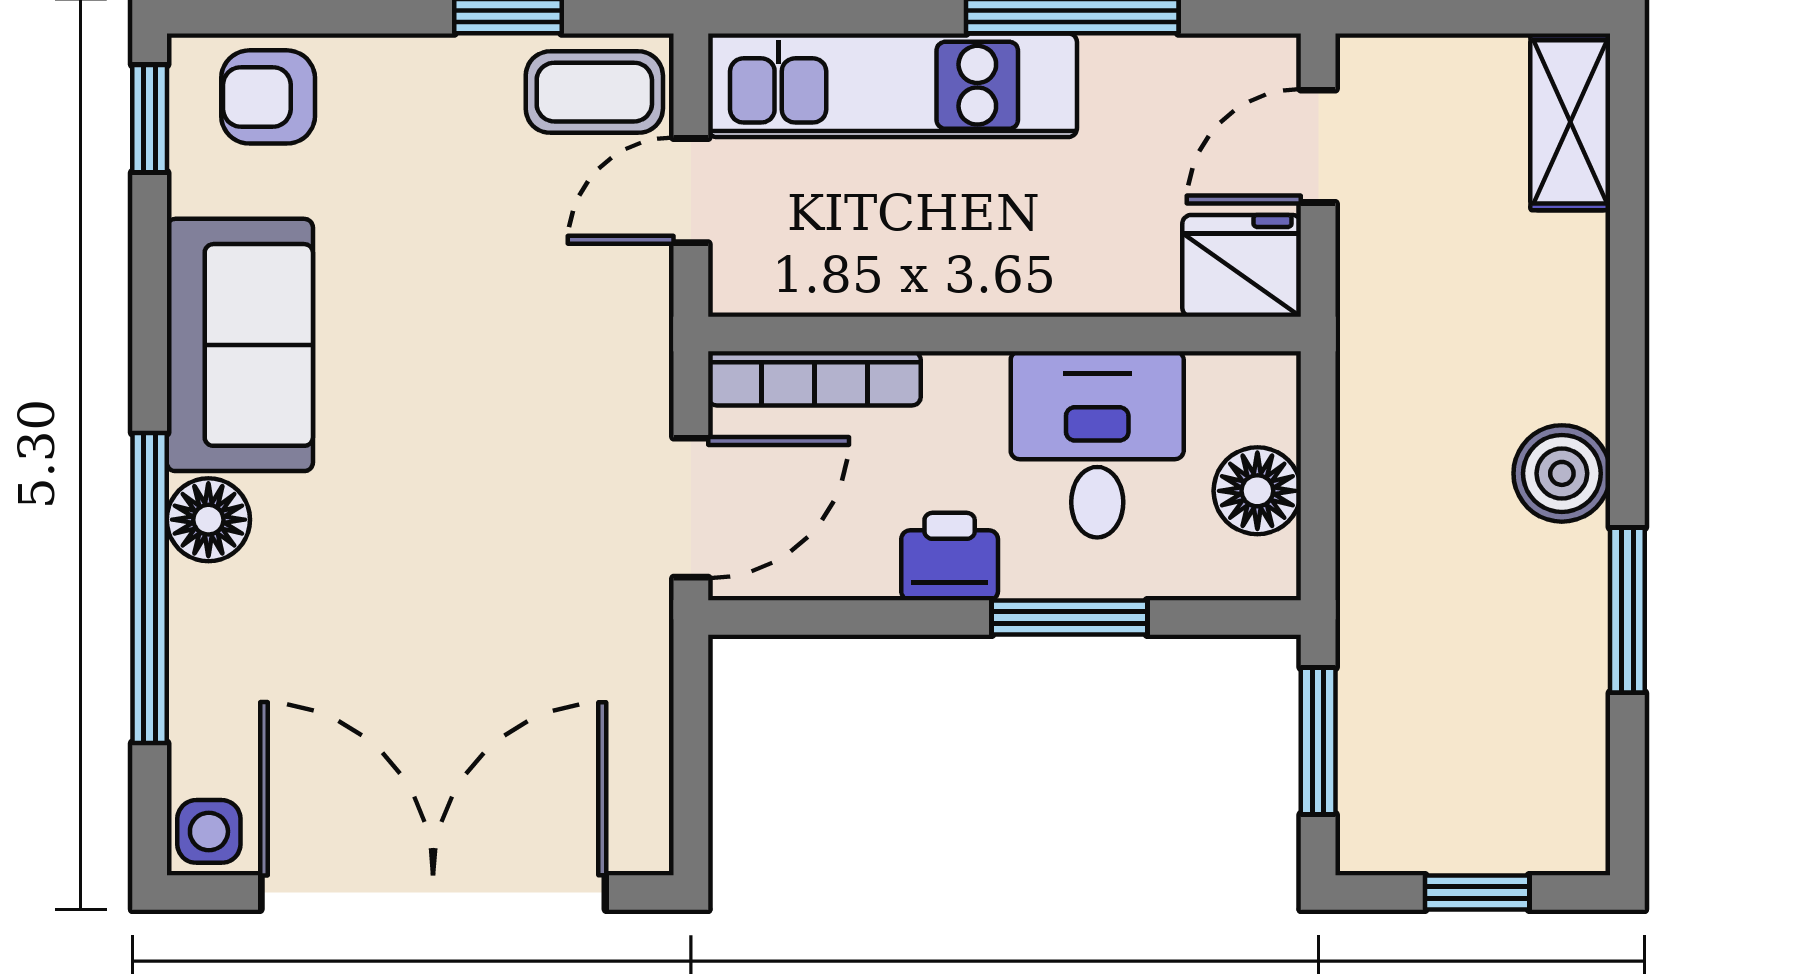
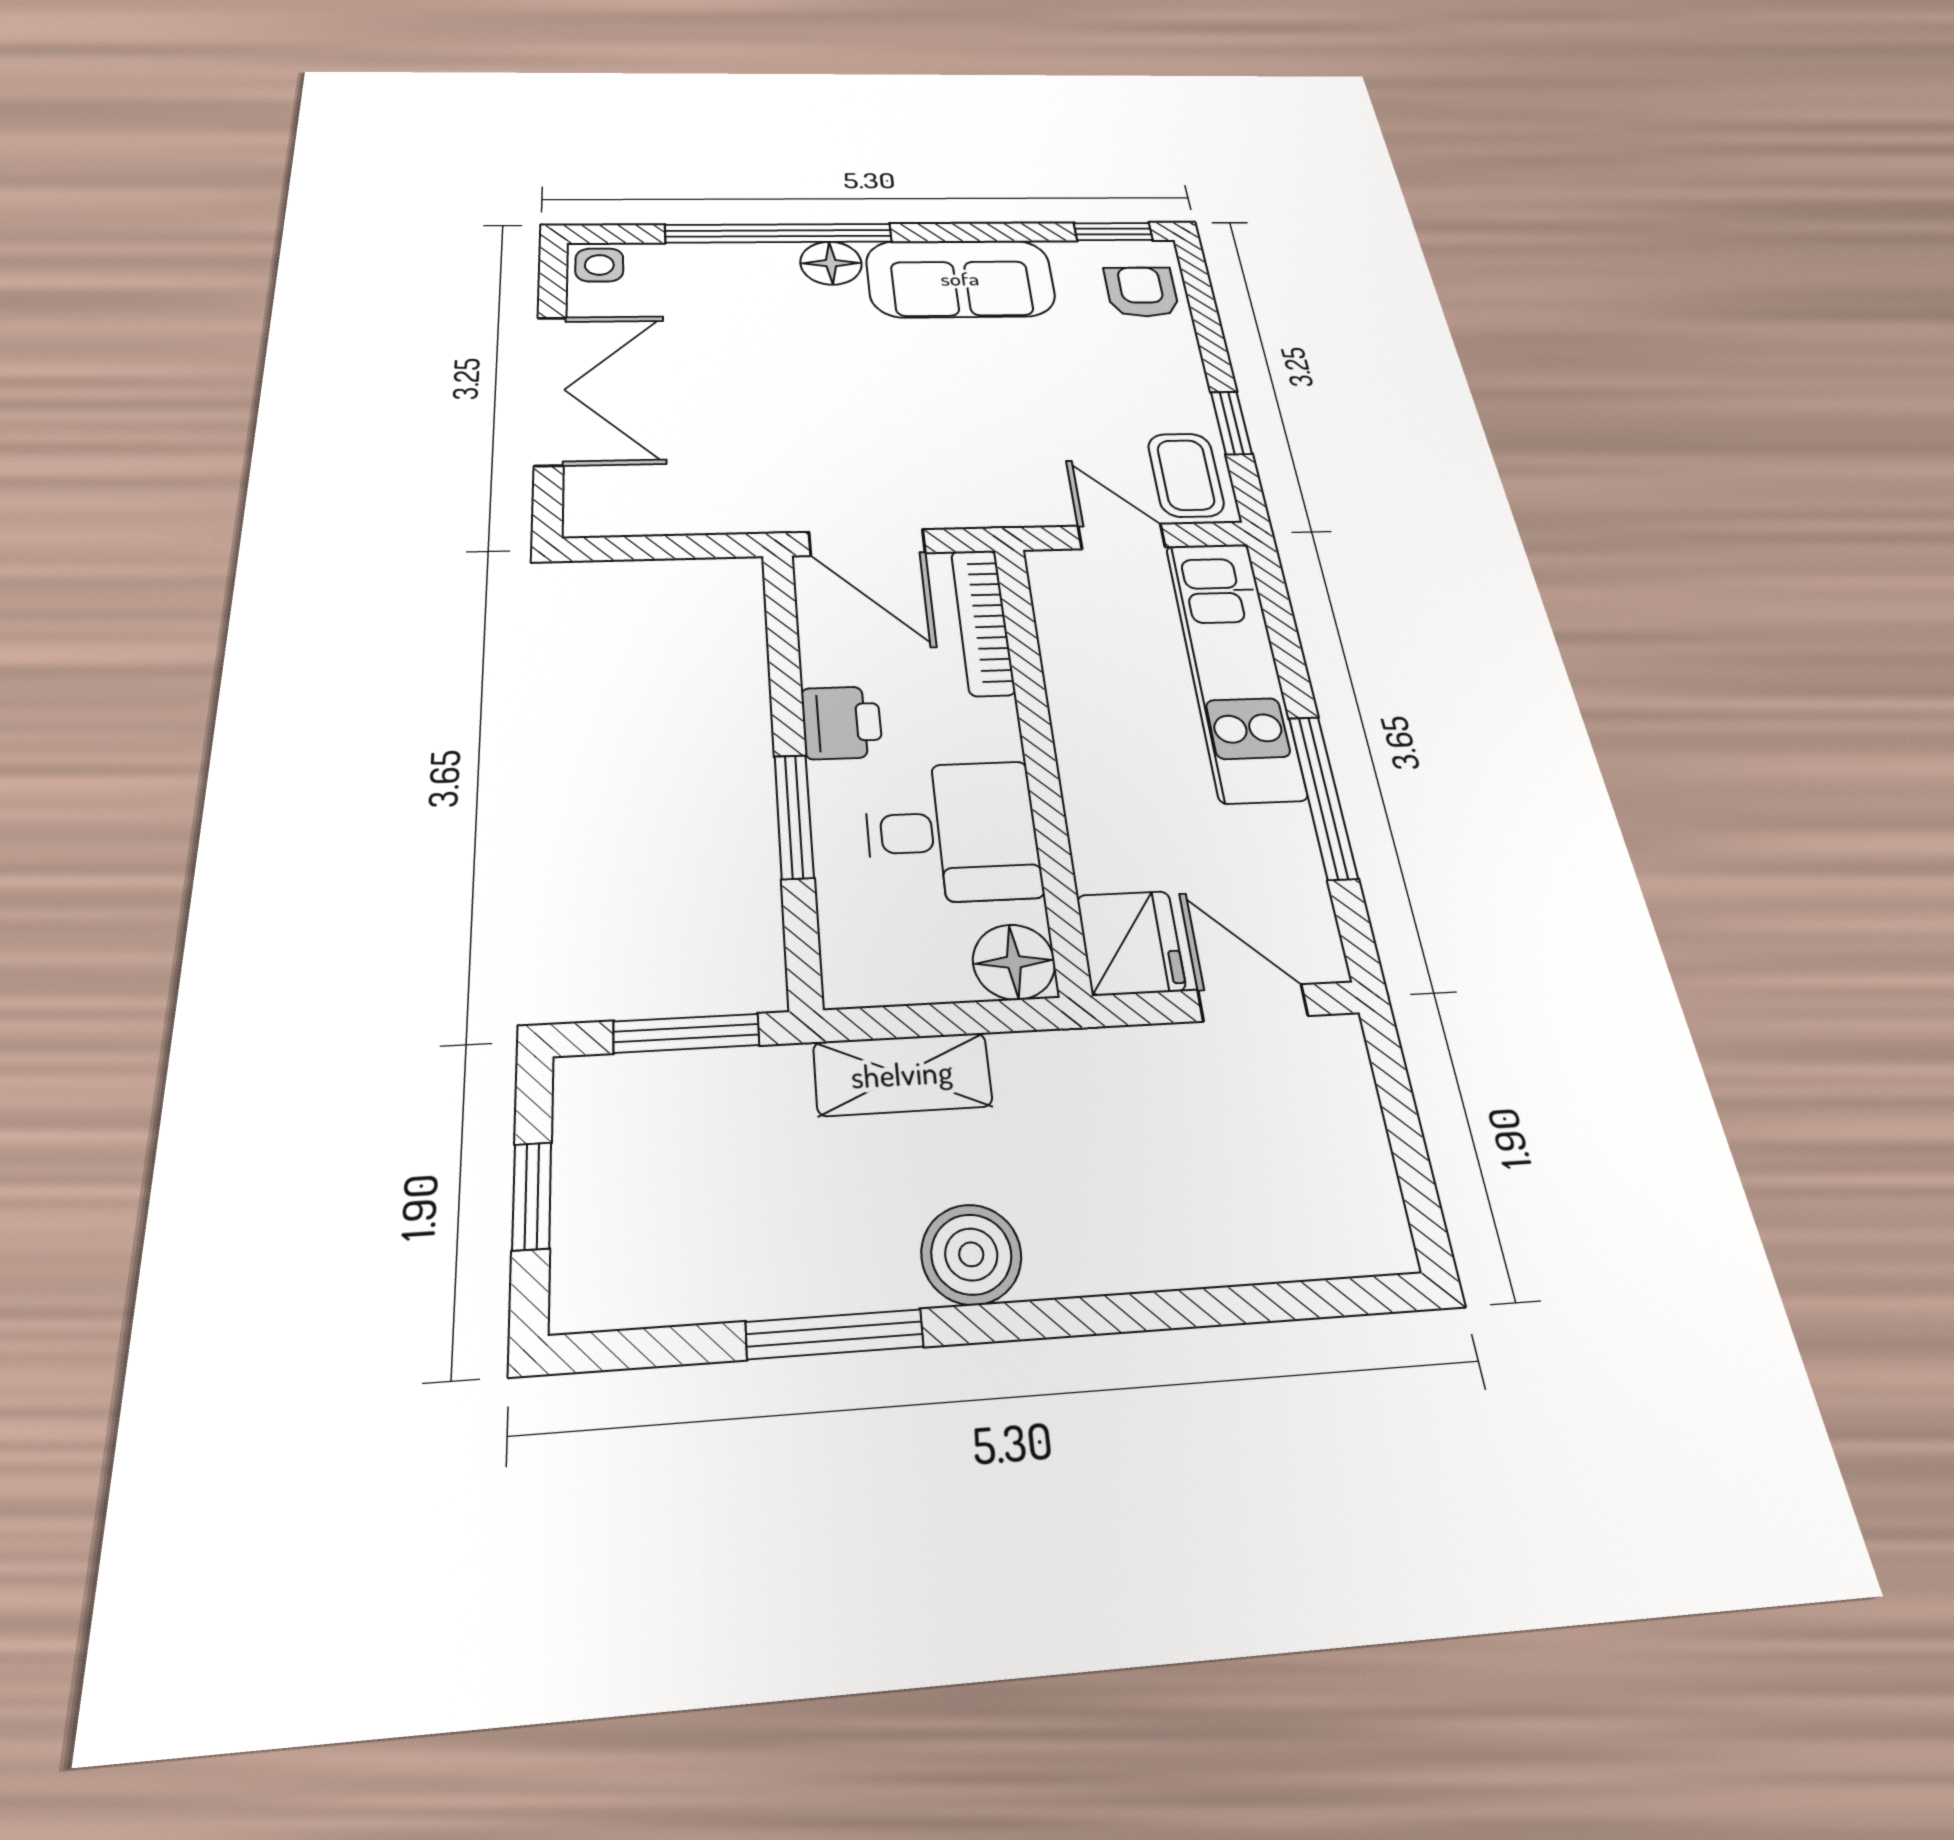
shelving: (1570, 122) -> (902, 1074), moved
floor lamp: (1257, 491) -> (1014, 962), moved
double door: (433, 892) -> (550, 390), width x0.73

